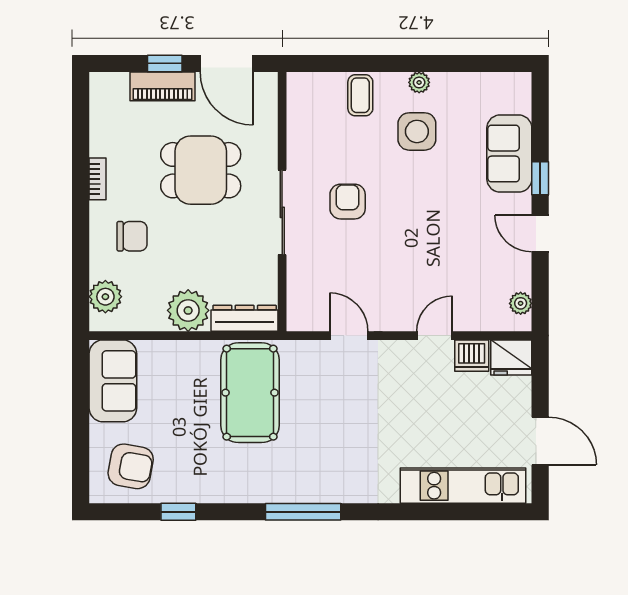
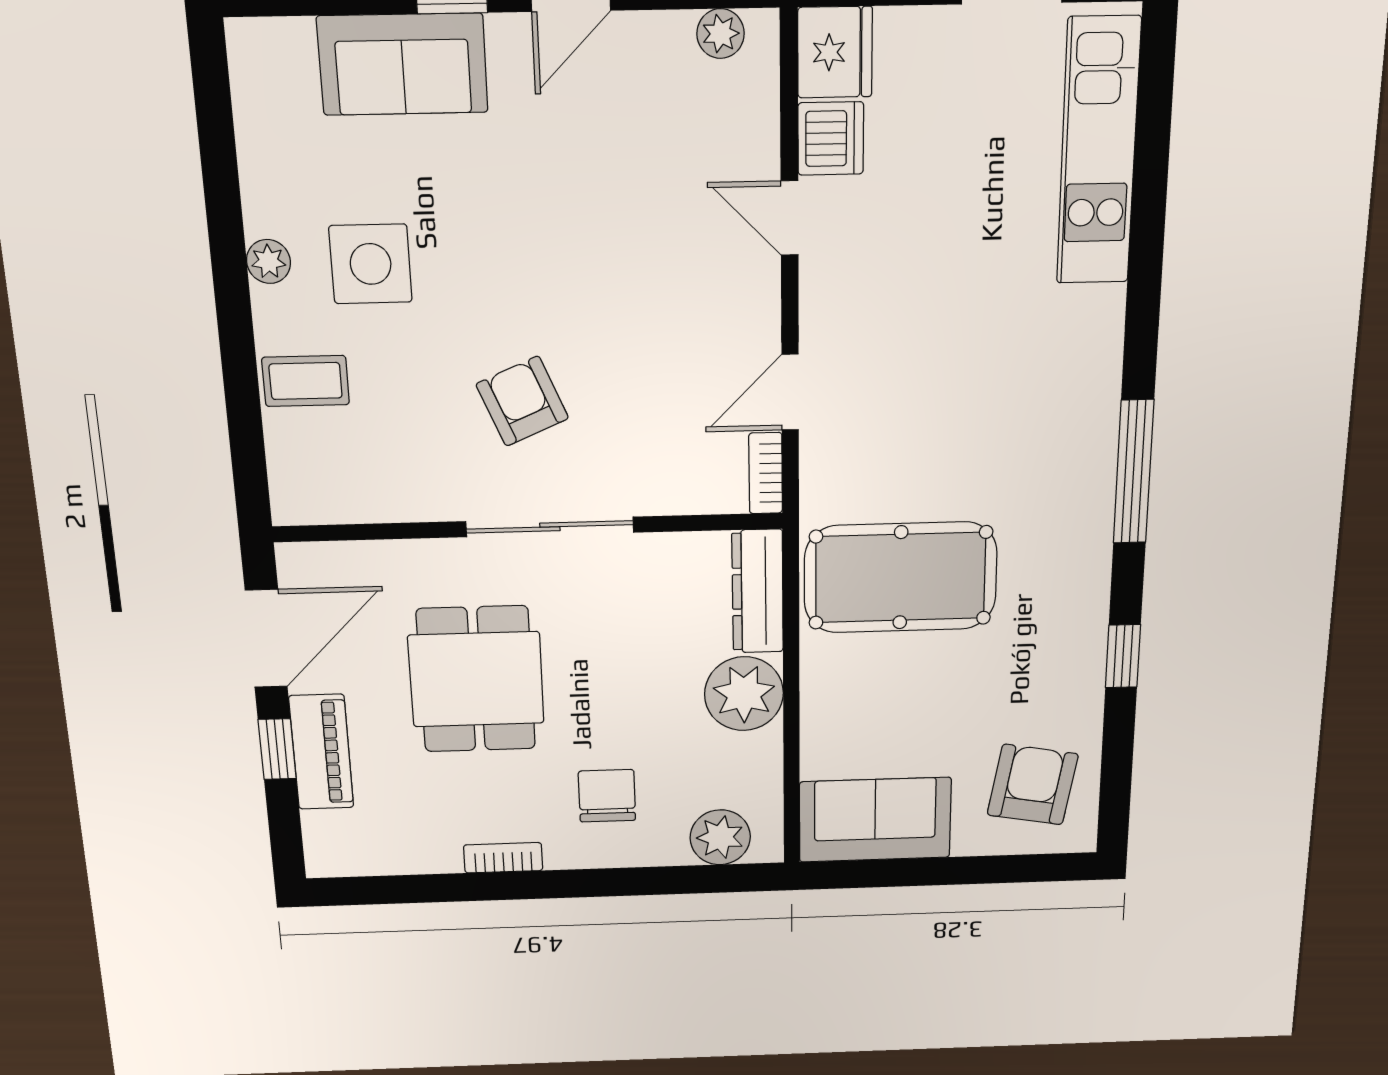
armchair: (348, 202) -> (522, 401), turned 67
bookcase: (307, 323) -> (766, 473), added
window: (178, 512) -> (1123, 656), moved

